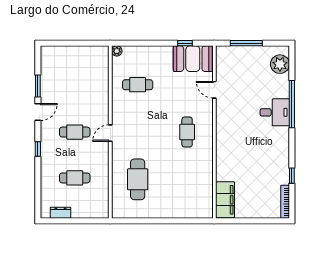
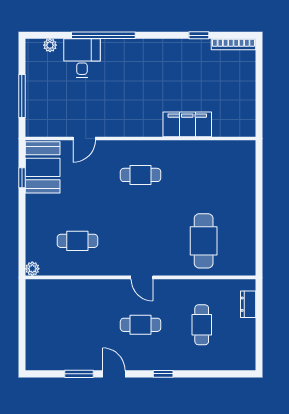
plant: (280, 64) -> (50, 45), width x0.53, depth x0.53
cafe table: (138, 85) -> (77, 241), turned 90
desk: (275, 112) -> (82, 58), moved
cafe table: (75, 132) -> (141, 325), turned 90
cafe table: (138, 179) -> (204, 241), turned 90
filing cabinet: (225, 200) -> (187, 124), moved
dresser: (60, 213) -> (248, 304), moved

